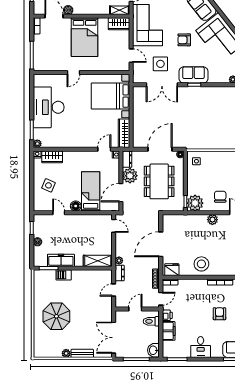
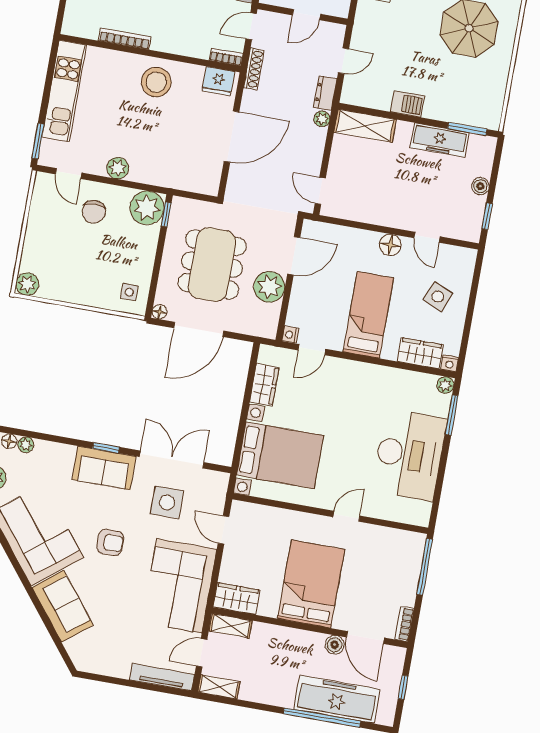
wardrobe: (124, 133) -> (264, 385), width x0.67
dresser: (127, 159) -> (269, 321), removed
bed: (91, 191) -> (368, 315), moved, turned 180
barbecue: (64, 275) -> (407, 104), moved

